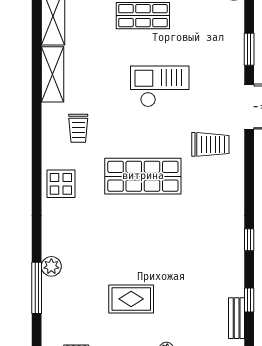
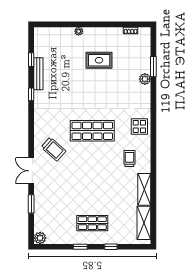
checkout: (160, 86) -> (83, 182), removed
trolley: (210, 144) -> (53, 149), turned -138
window: (37, 288) -> (153, 67), width x0.69
bench: (237, 318) -> (38, 74), moved, width x1.36

